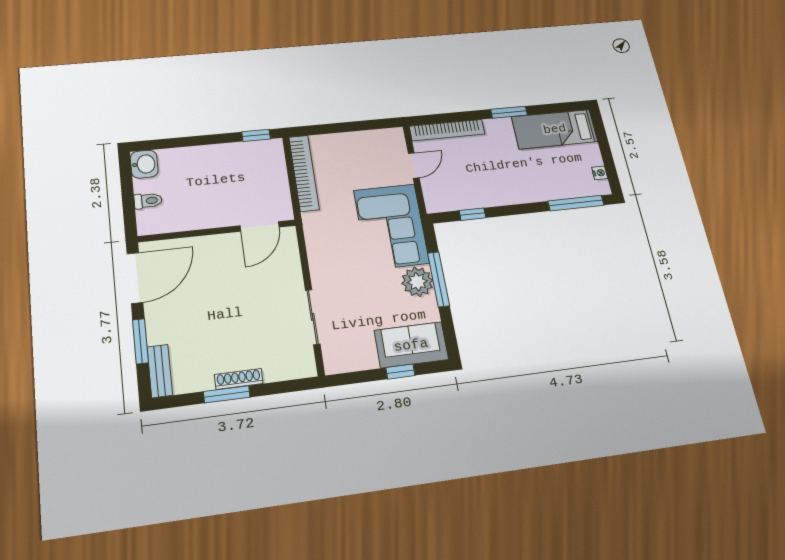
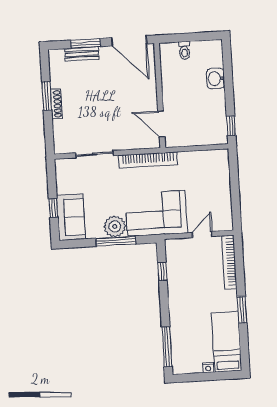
washbasin: (144, 164) -> (216, 79), moved, turned 90
door: (414, 166) -> (202, 234), swing flipped
bookcase: (304, 173) -> (148, 160), moved
nightstand: (600, 173) -> (208, 368), moved
bench: (160, 371) -> (82, 54), moved

